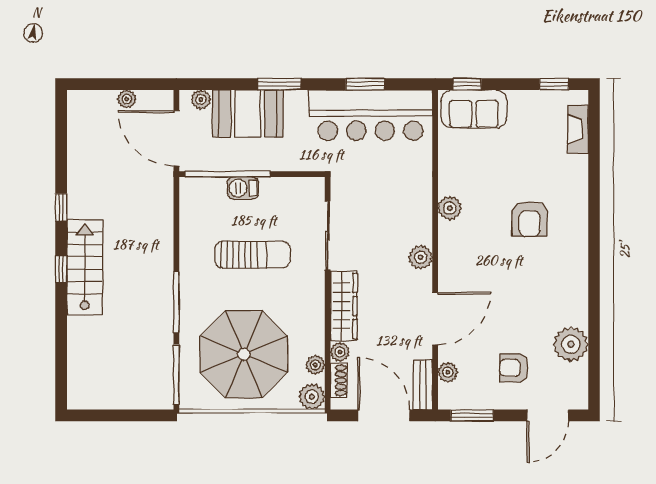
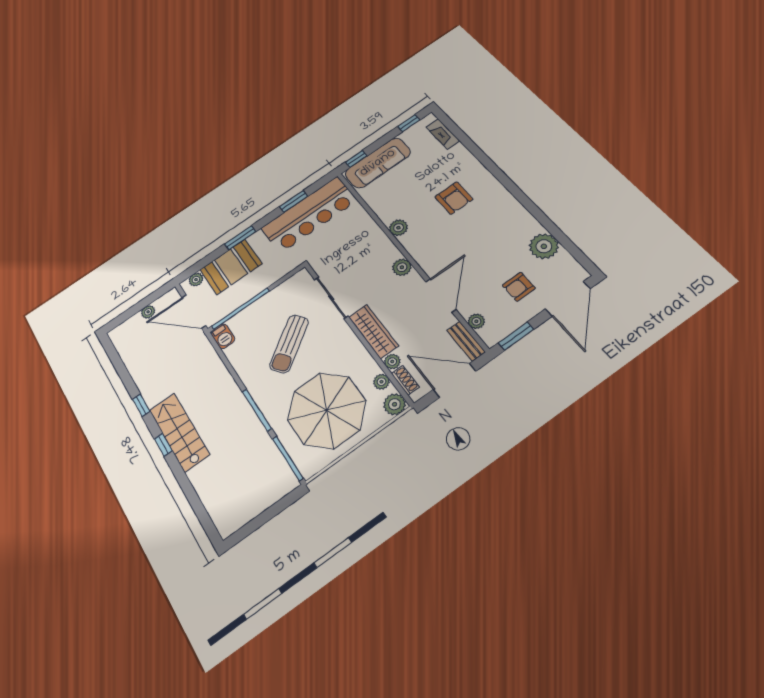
sofa: (474, 109) -> (378, 163), width x1.36
barbecue: (243, 188) -> (223, 336), moved, turned -90
sun lounger: (253, 255) -> (289, 344), turned 144
door: (548, 415) -> (568, 299), width x1.36

